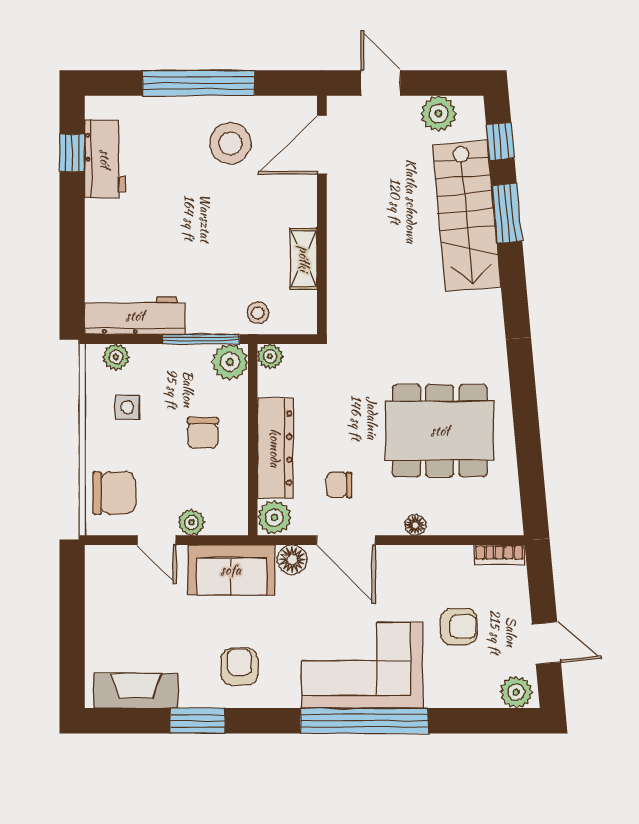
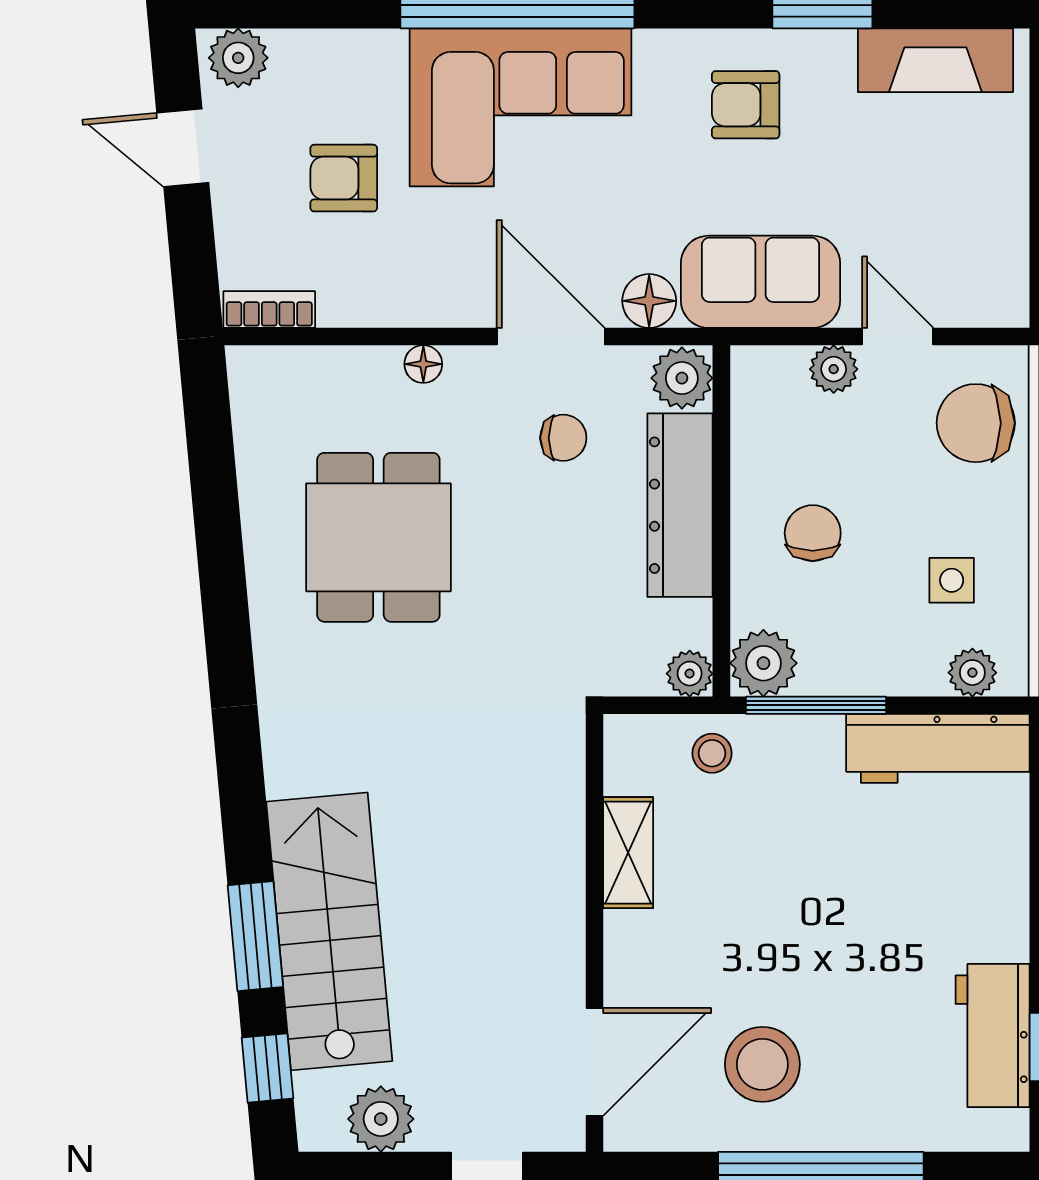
dining table: (440, 431) -> (378, 537), width x0.73
armchair: (240, 667) -> (746, 105), turned 90

